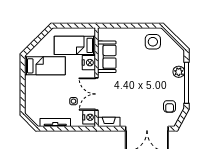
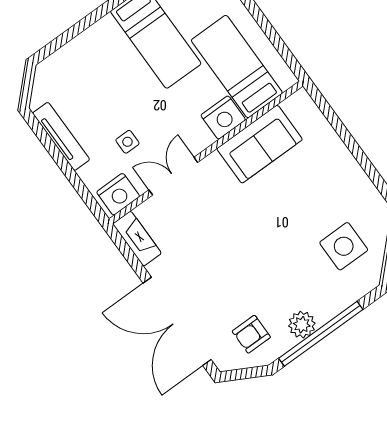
side table: (153, 42) -> (344, 246), moved
plant: (179, 72) -> (302, 325), moved
double door: (96, 94) -> (173, 176), width x0.73

